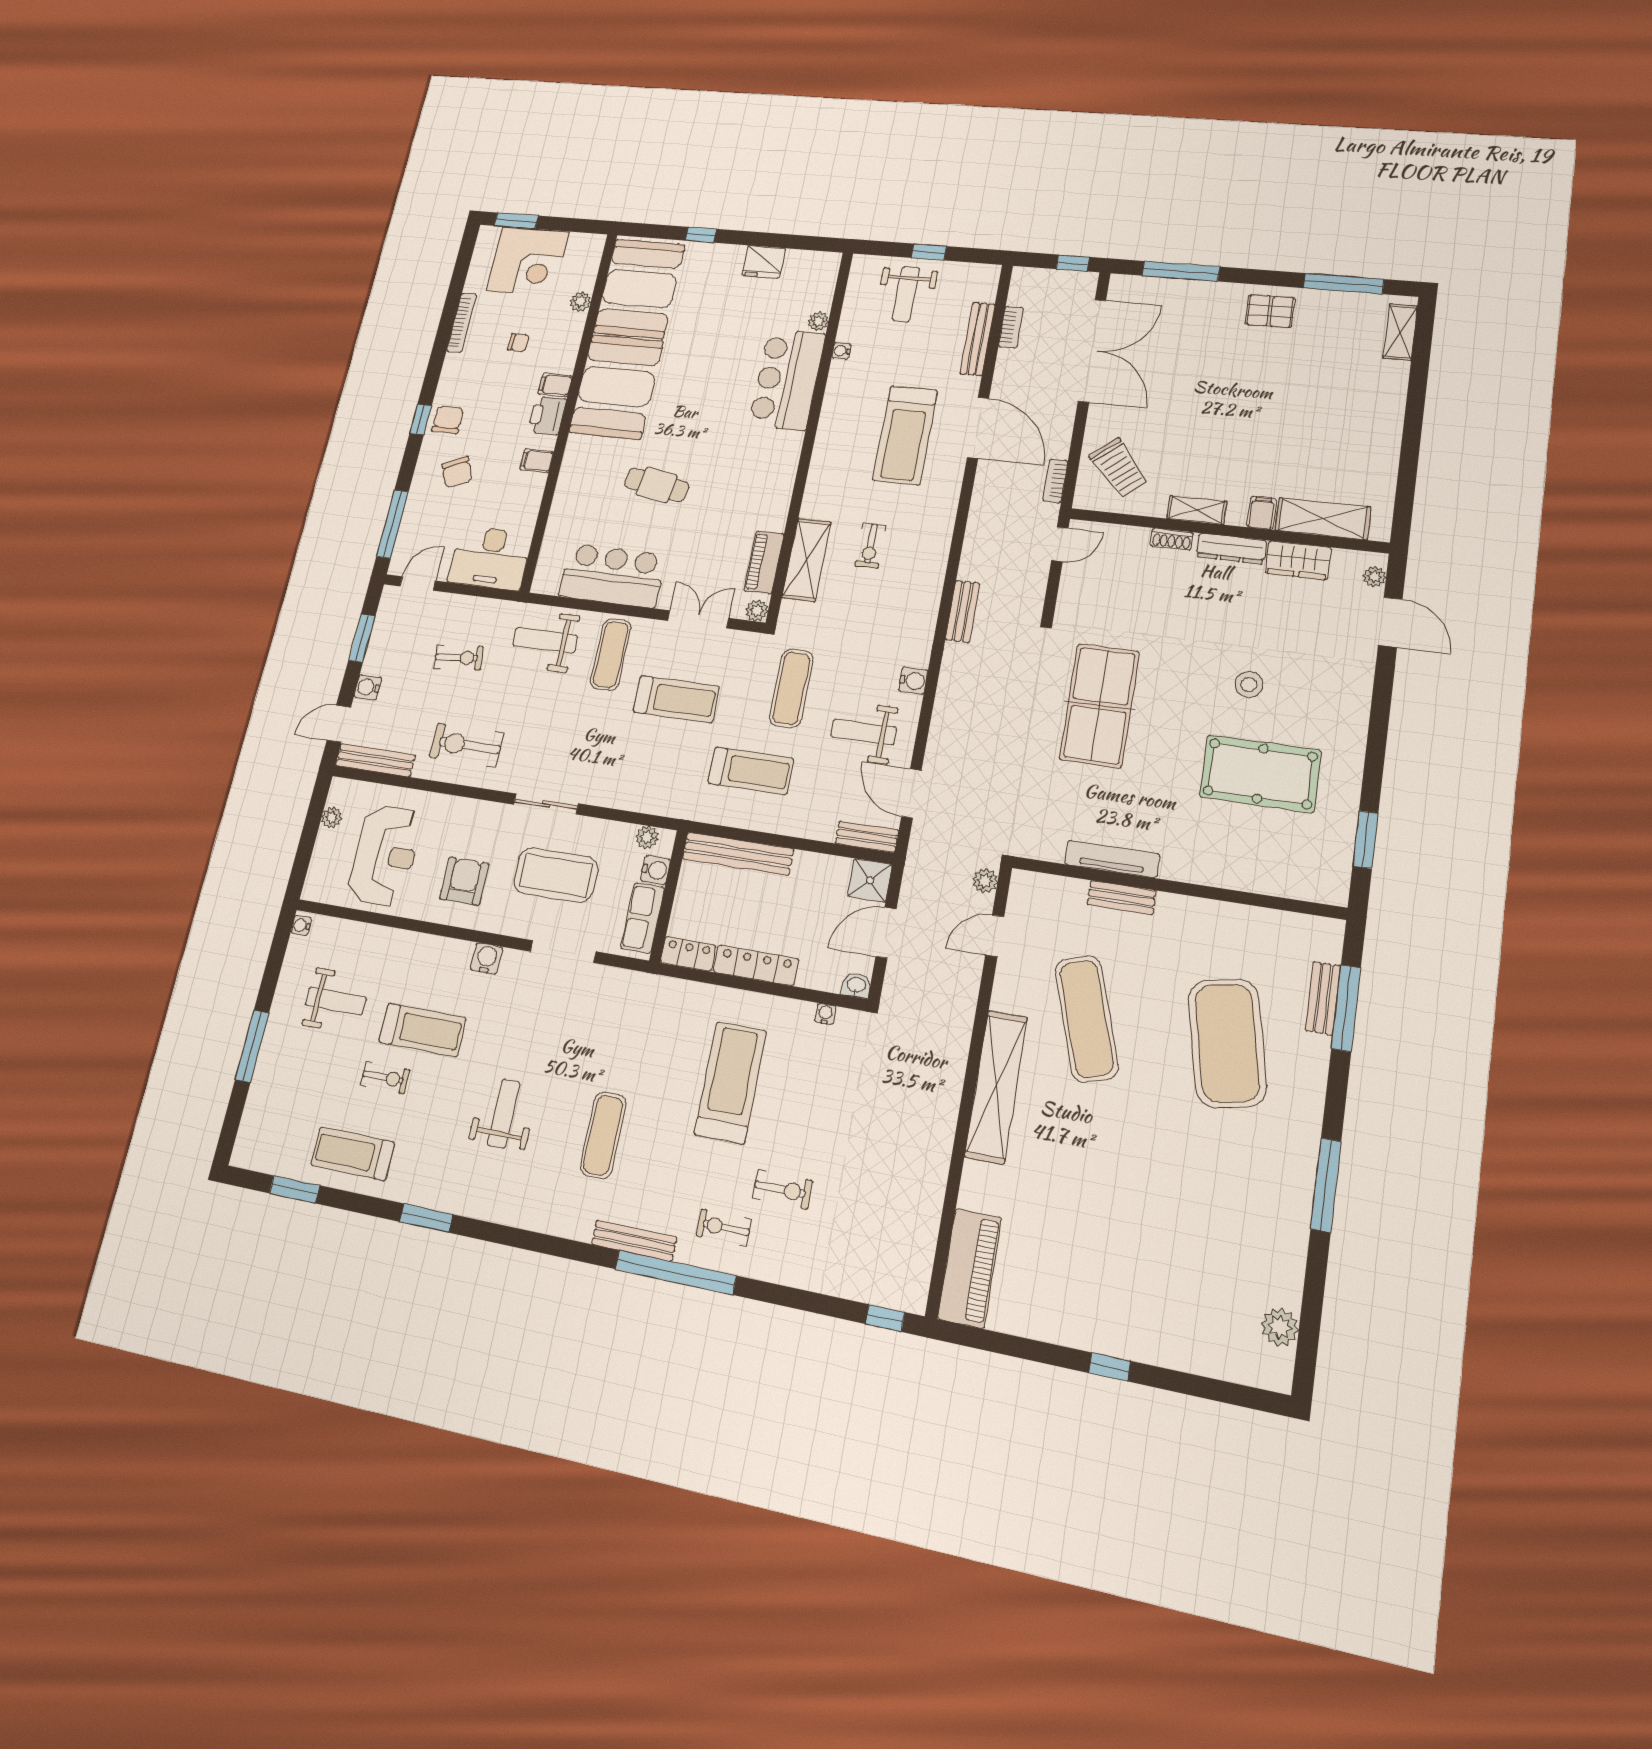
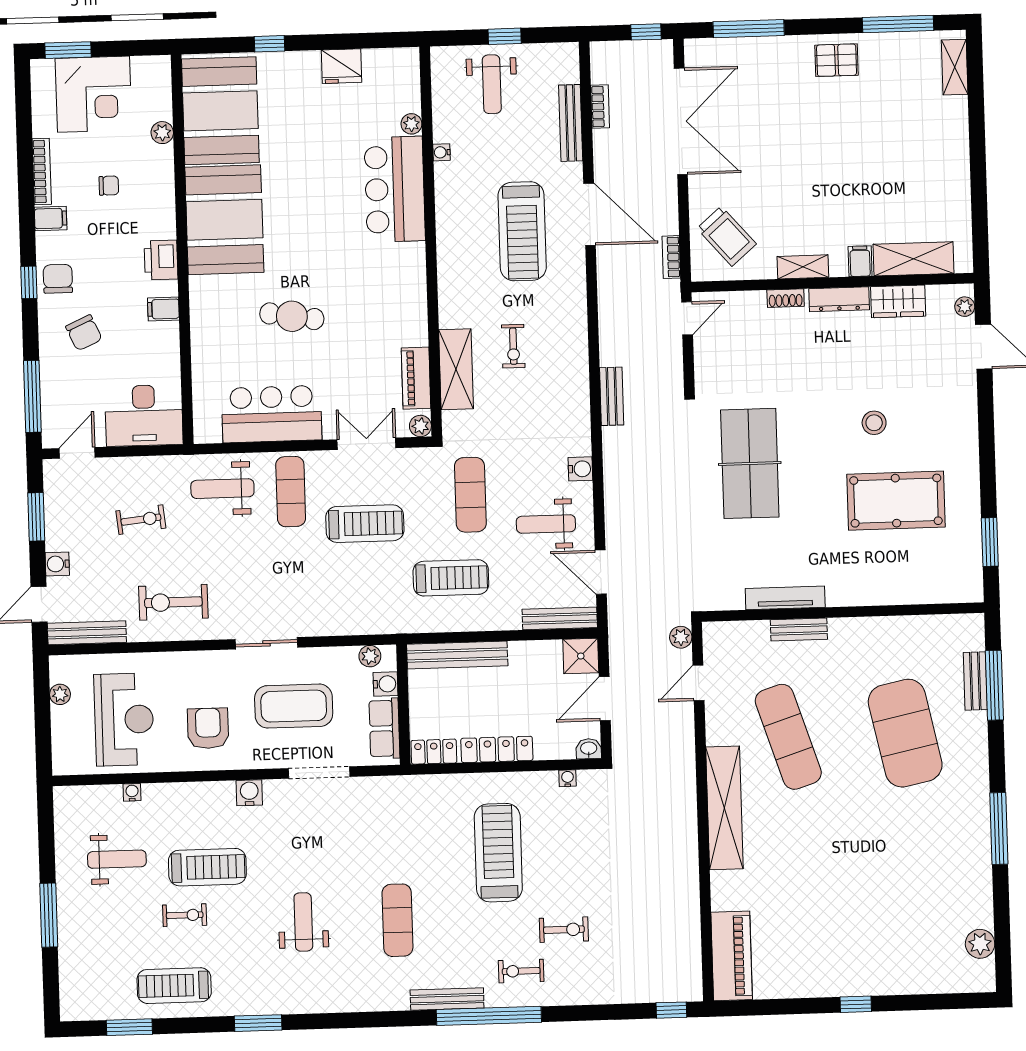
filing cabinet: (555, 385) -> (51, 218), moved, turned 180
bench: (867, 837) -> (560, 618), width x1.36
water cooler: (301, 925) -> (132, 792), moved, turned 90

